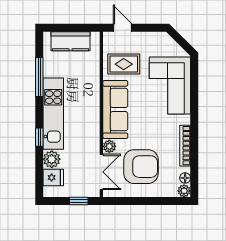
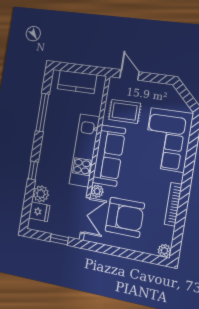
kitchen unit: (53, 114) -> (84, 150), moved, turned 180
floor lamp: (185, 178) -> (168, 238), removed

